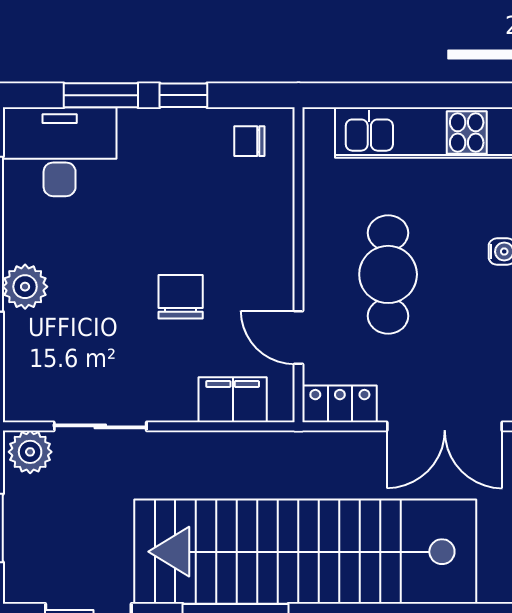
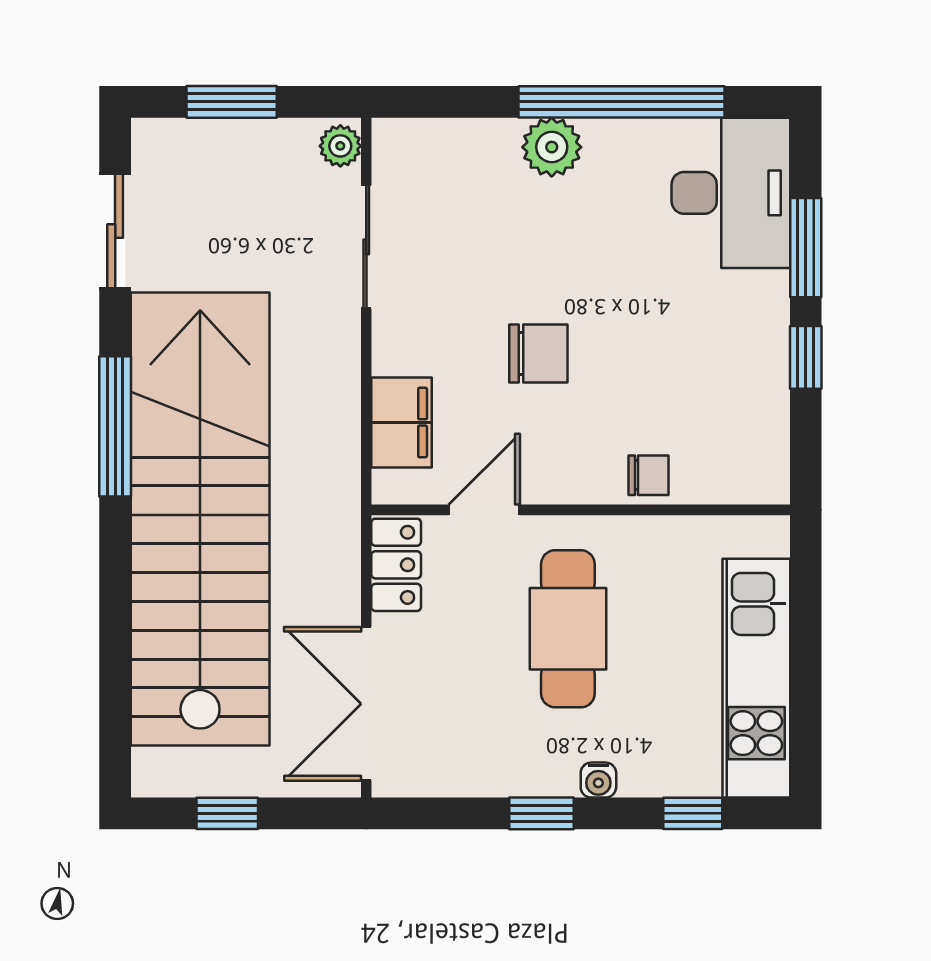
chair: (249, 141) -> (649, 475), moved, turned 90
cafe table: (388, 274) -> (568, 629), turned 90
plant: (30, 452) -> (340, 146), width x0.73, depth x0.73

